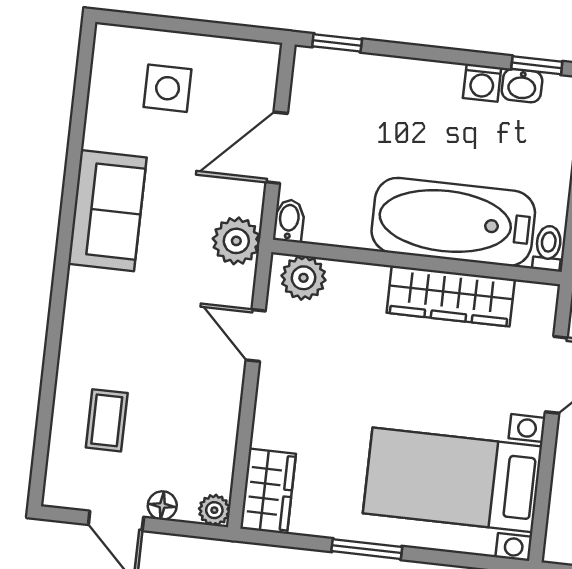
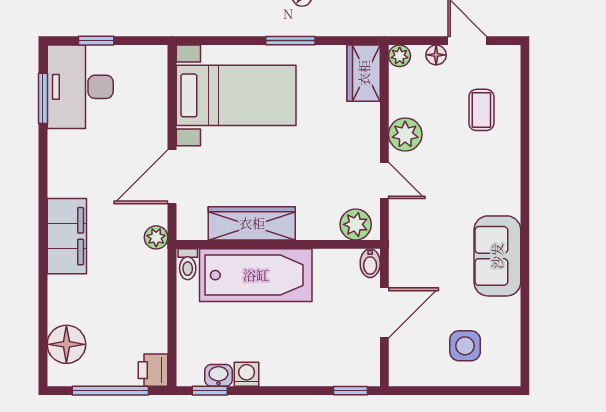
plant: (236, 241) -> (405, 134), moved

